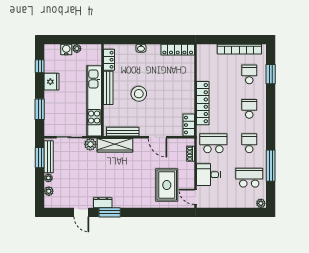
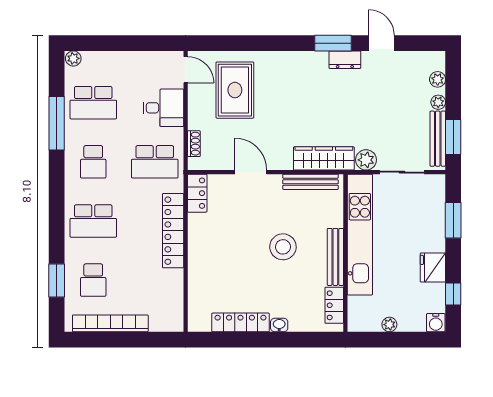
water cooler: (66, 50) -> (436, 323), moved
locker: (178, 50) -> (240, 322), moved
school desk: (249, 109) -> (93, 221), width x1.85

